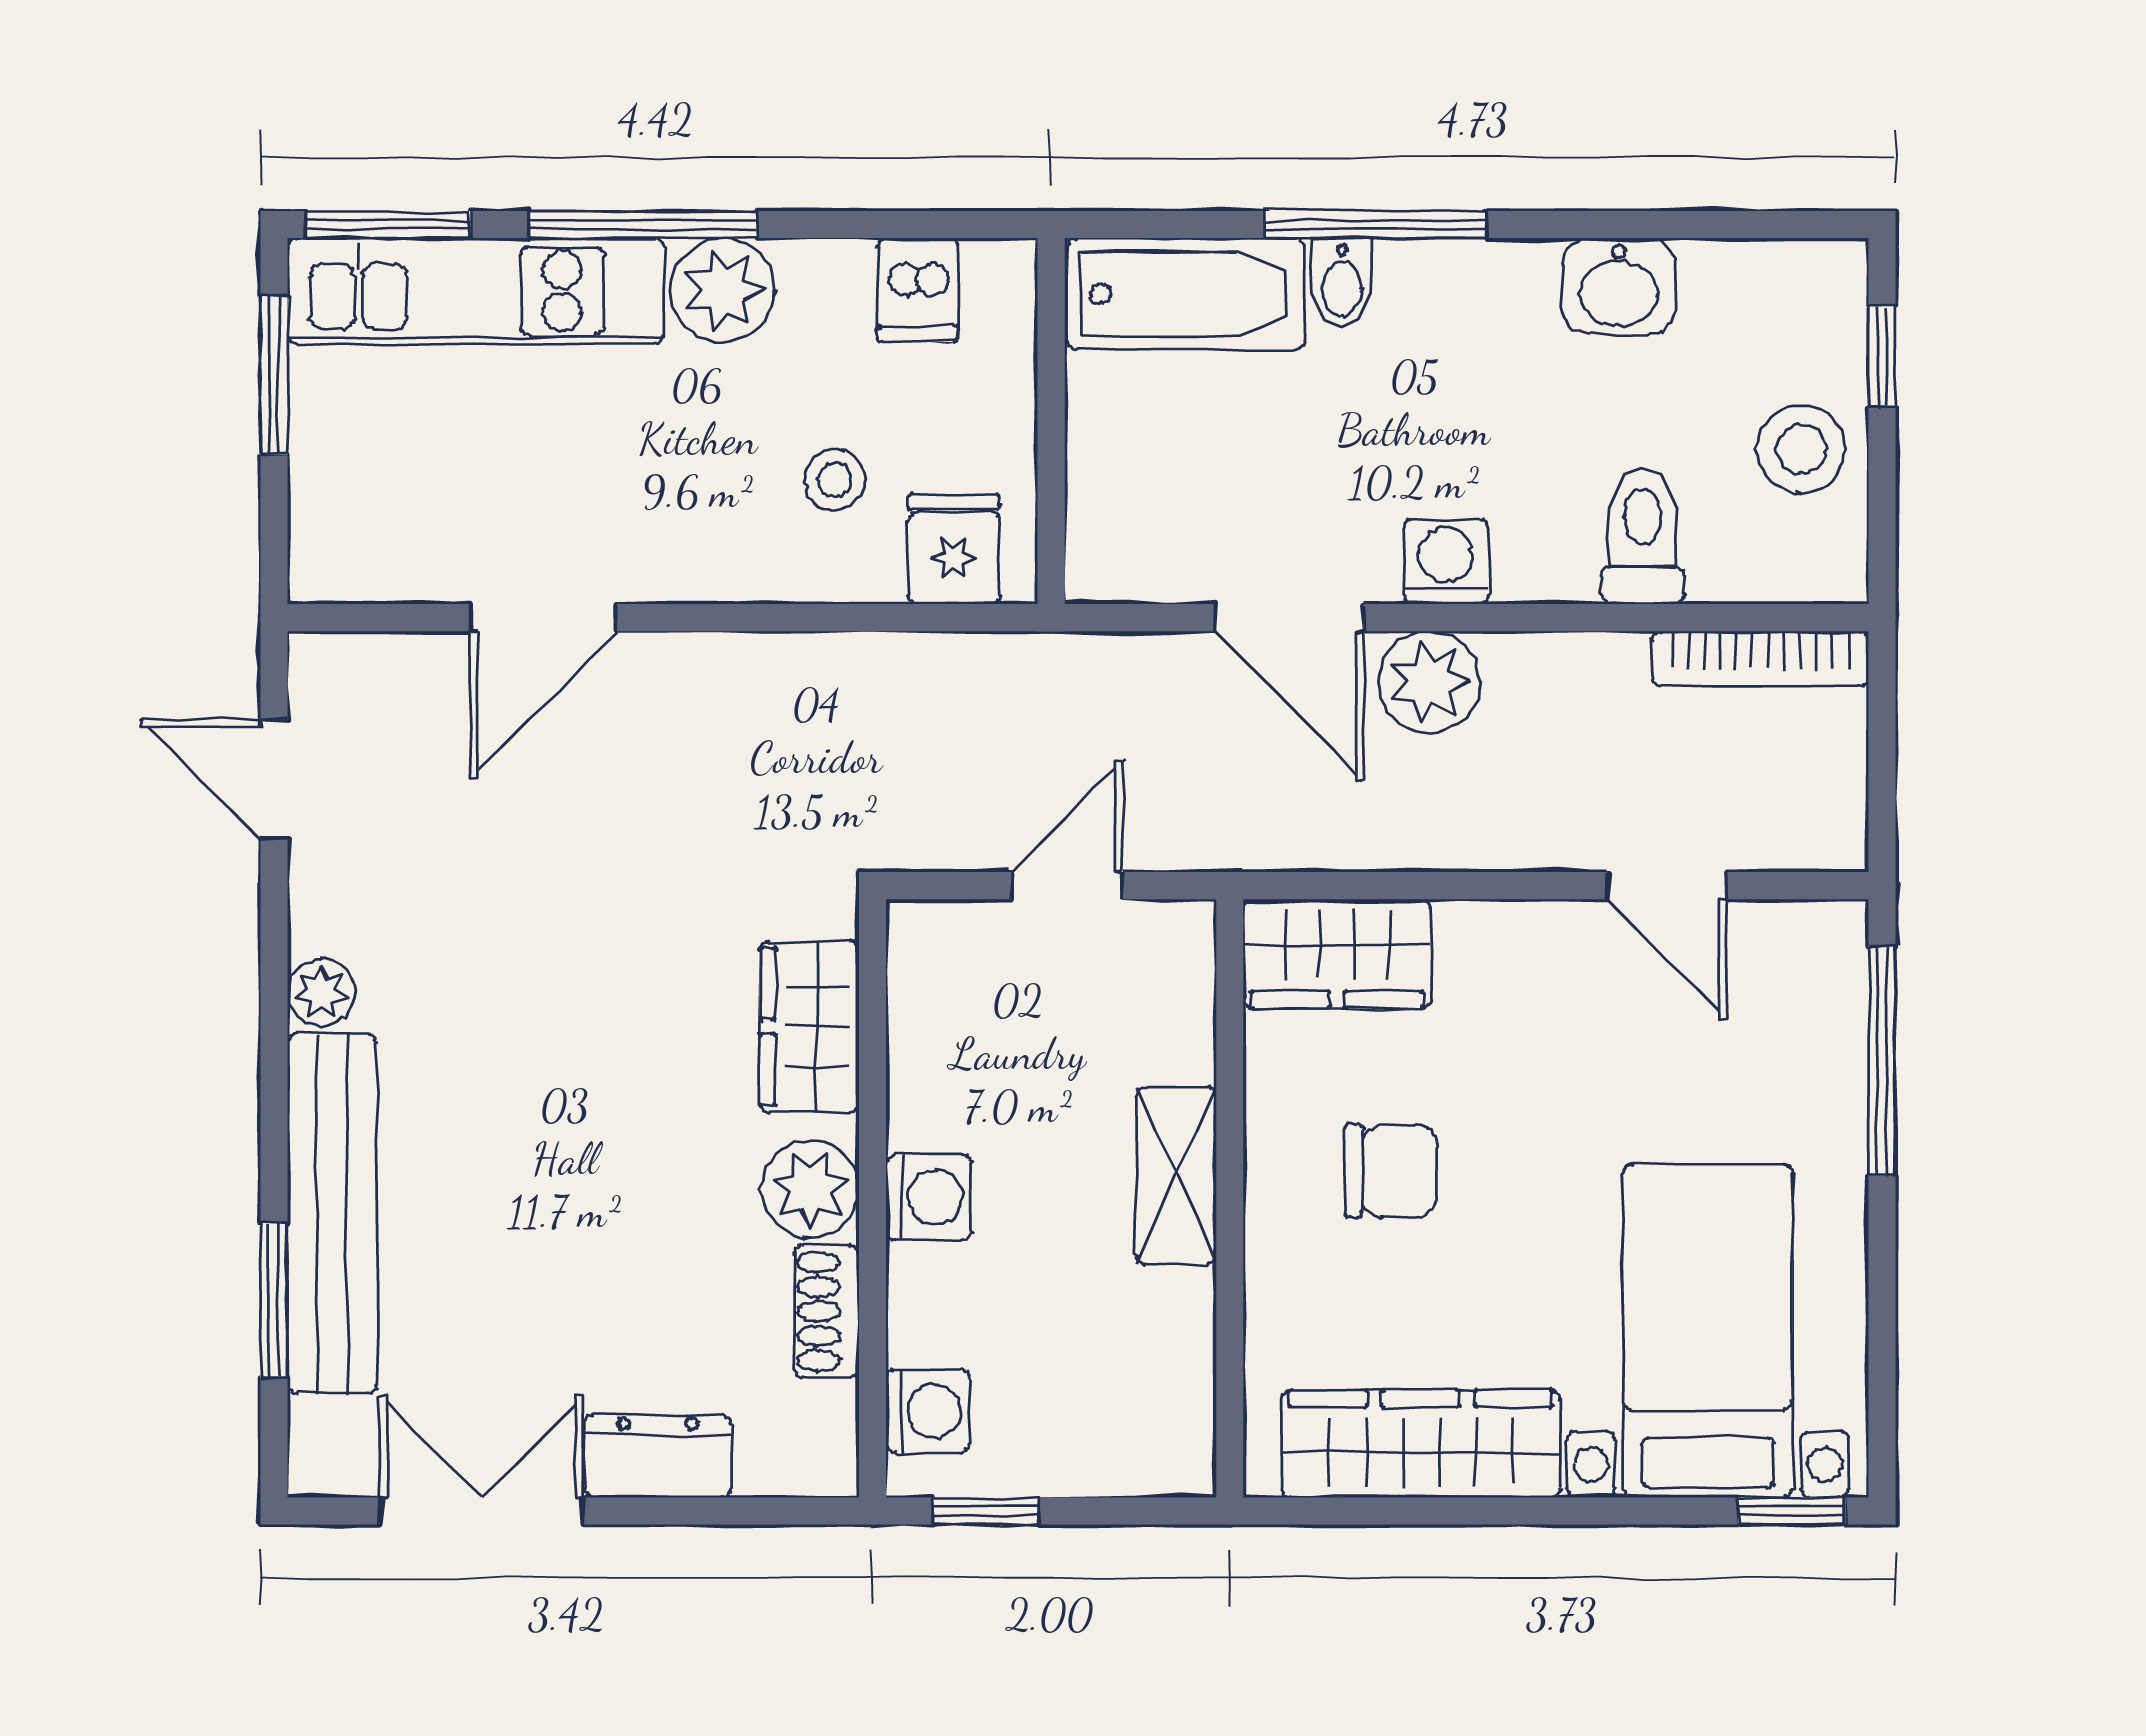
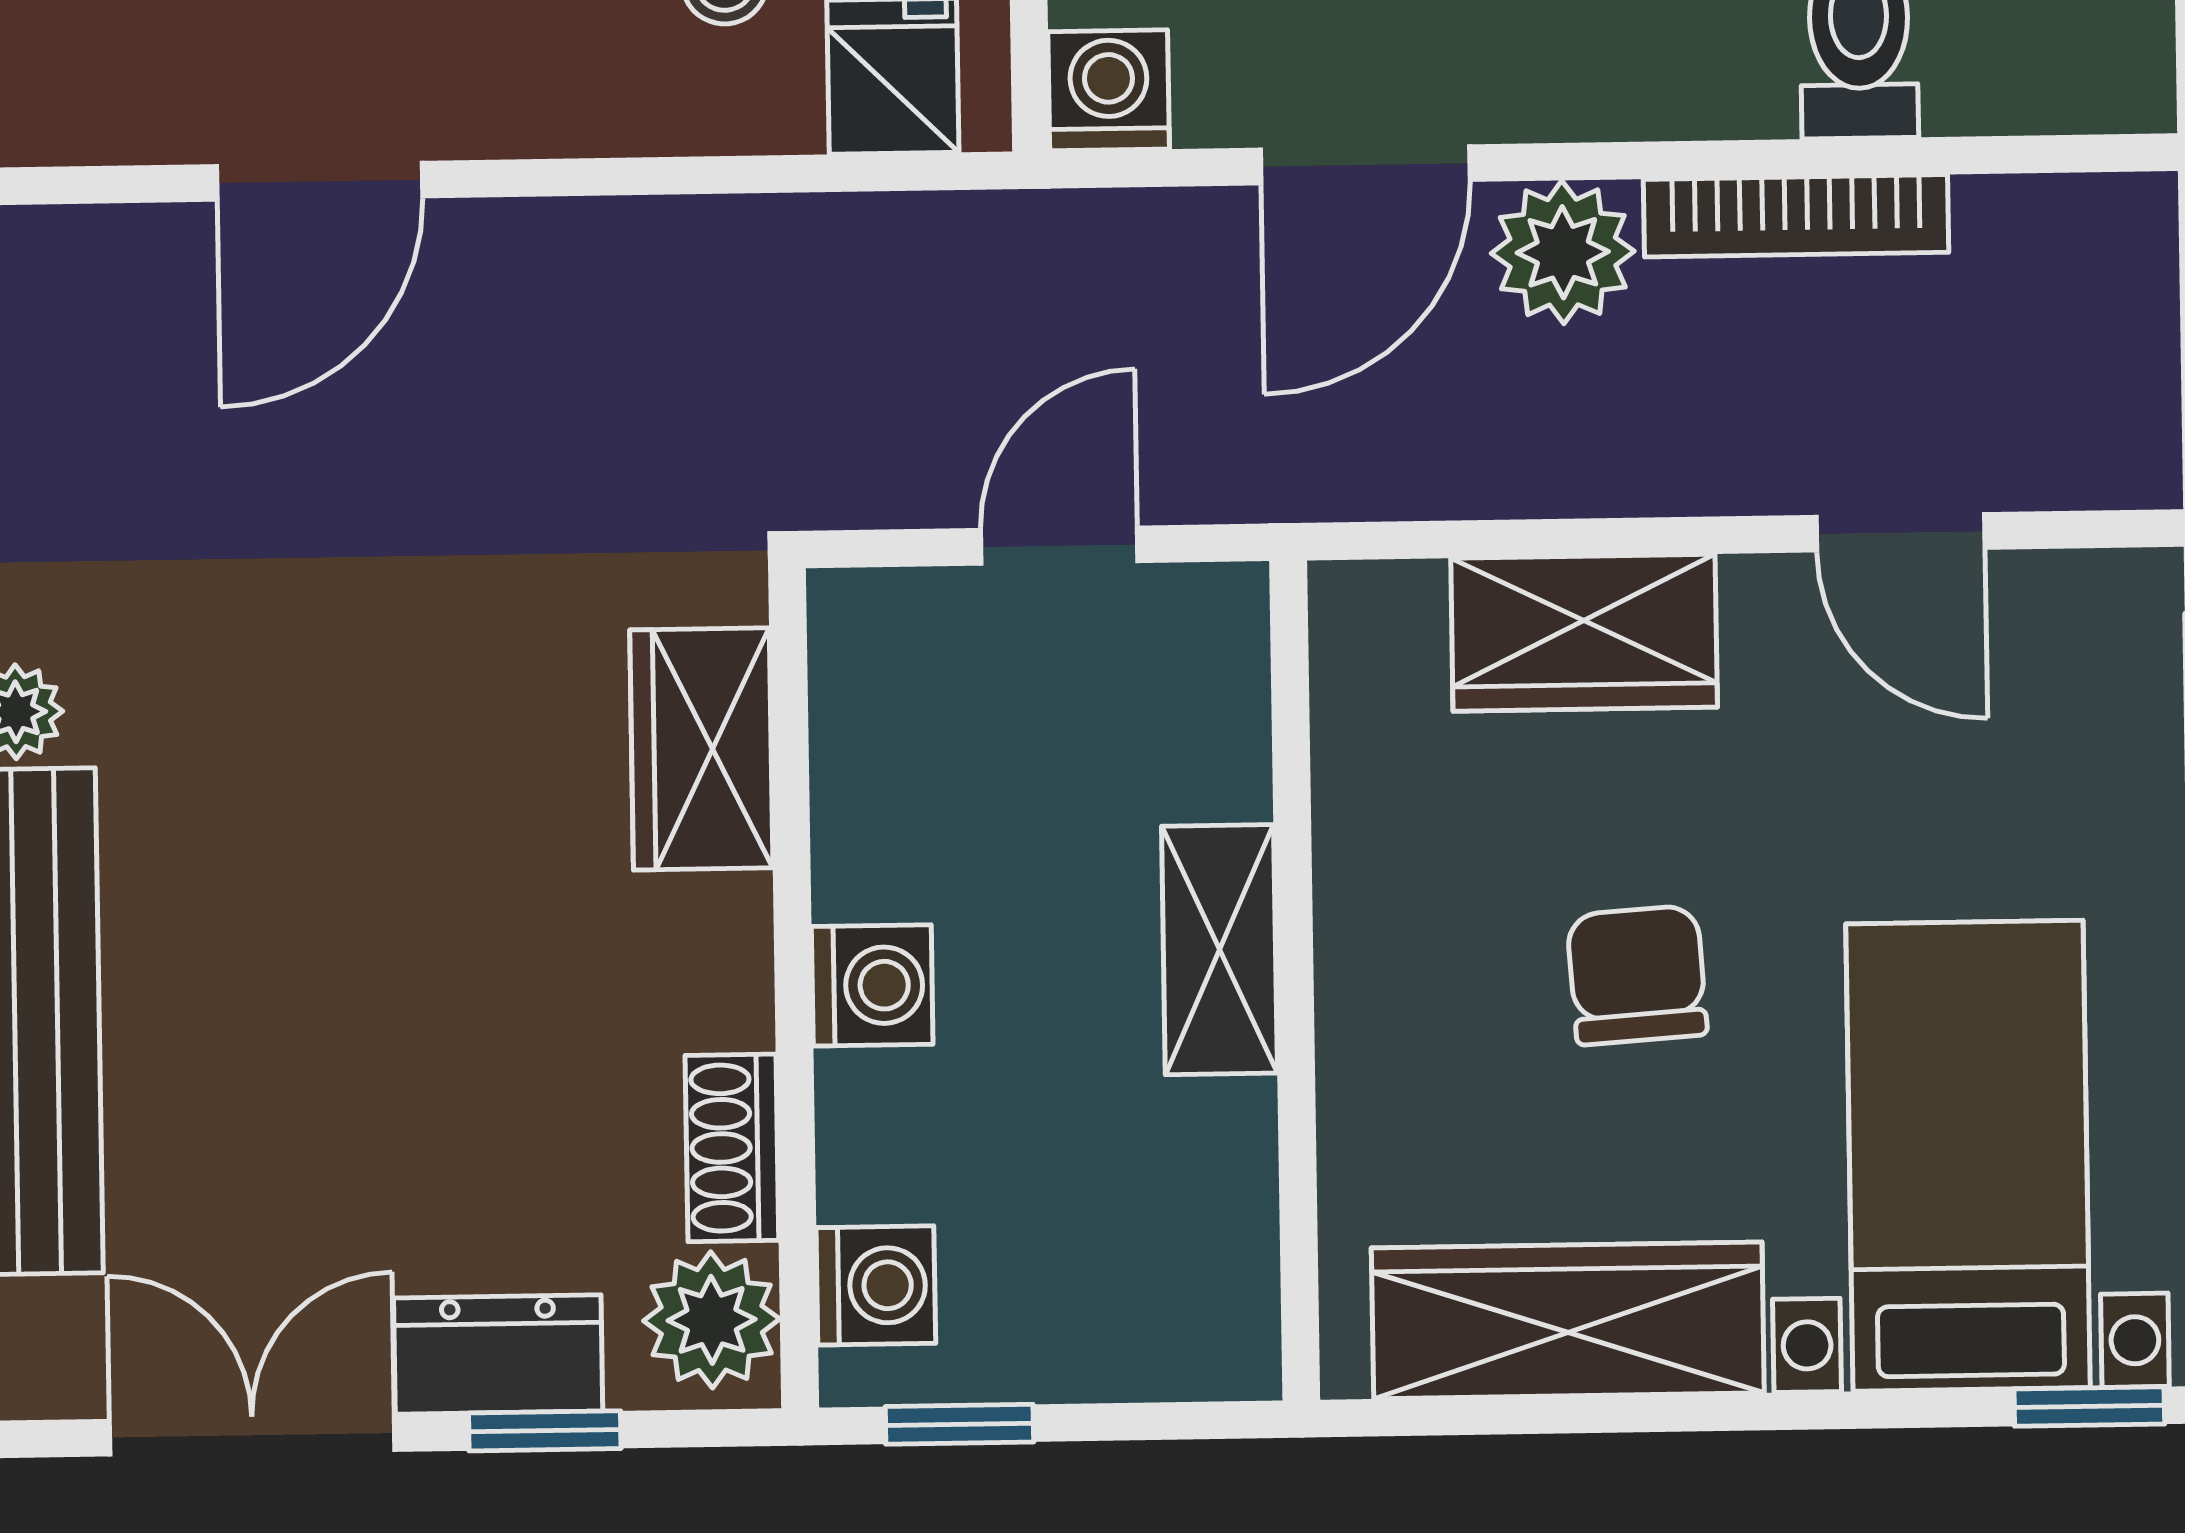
washing machine: (1446, 562) -> (1109, 90), moved
door: (1289, 618) -> (1365, 165), hinge flipped
bookcase: (1760, 659) -> (1796, 216), moved
wardrobe: (1337, 954) -> (1584, 633), moved
chair: (1391, 1171) -> (1637, 975), moved, turned -94
plant: (810, 1189) -> (712, 1320), moved
window: (690, 1511) -> (545, 1431), added

